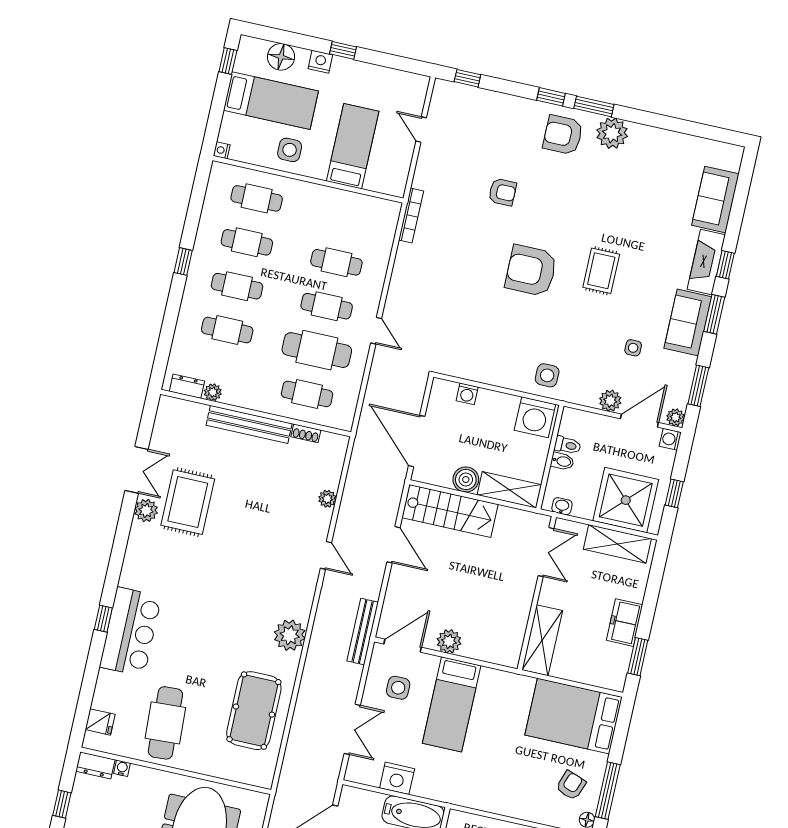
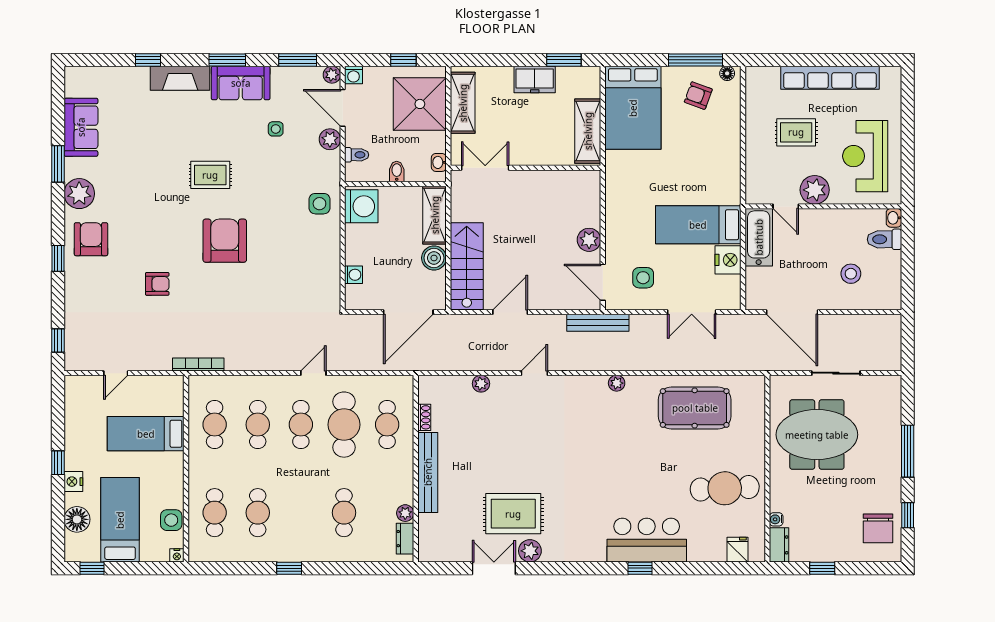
window: (594, 106) -> (58, 164), moved
armchair: (563, 135) -> (91, 239), turned 180
side table: (290, 150) -> (171, 520), moved
armchair: (502, 192) -> (157, 284), turned 90
sofa: (715, 200) -> (81, 127), moved, turned -90
window: (725, 265) -> (148, 60), moved
armchair: (531, 271) -> (225, 241), turned 180
cafe table: (237, 286) -> (215, 425), moved
toilet: (568, 445) -> (357, 155), moved, turned 90
plant: (290, 635) -> (617, 383), width x0.53, depth x0.53
shelving: (542, 640) -> (588, 131), moved, turned 90
bed: (452, 704) -> (698, 225), moved, turned 180
double door: (352, 729) -> (692, 312), swing flipped

